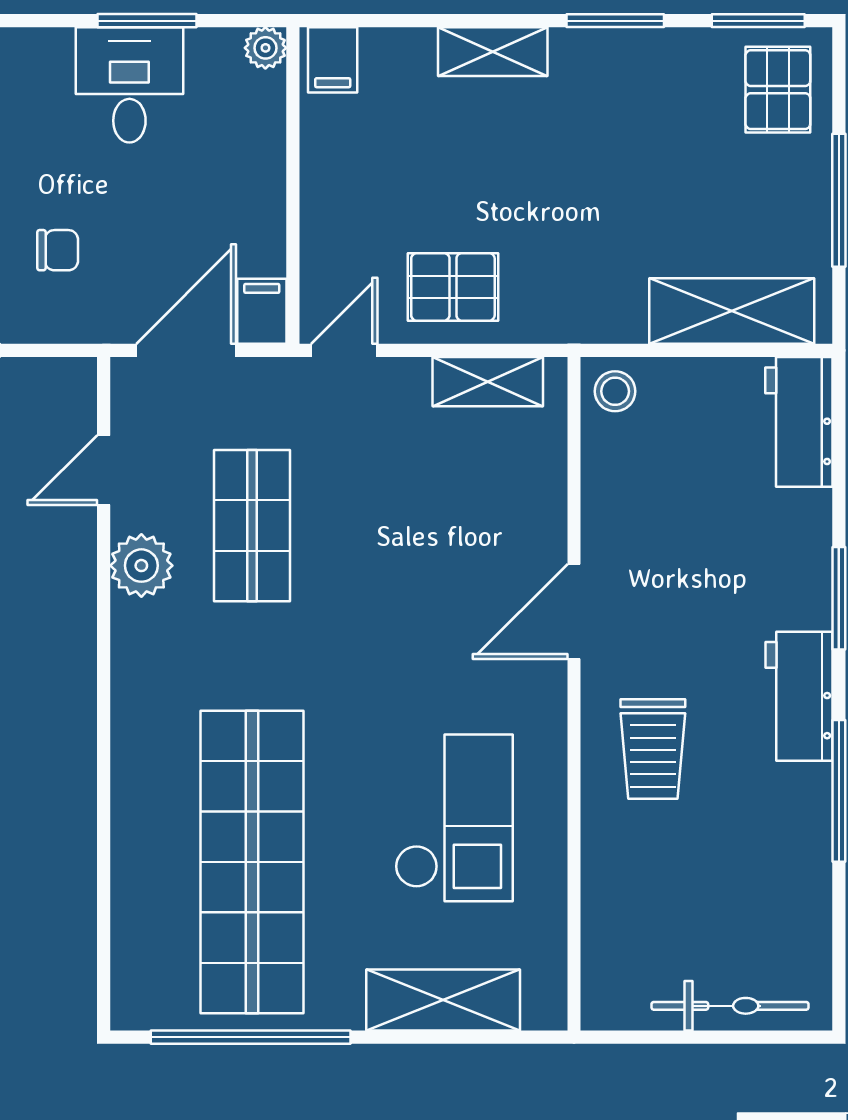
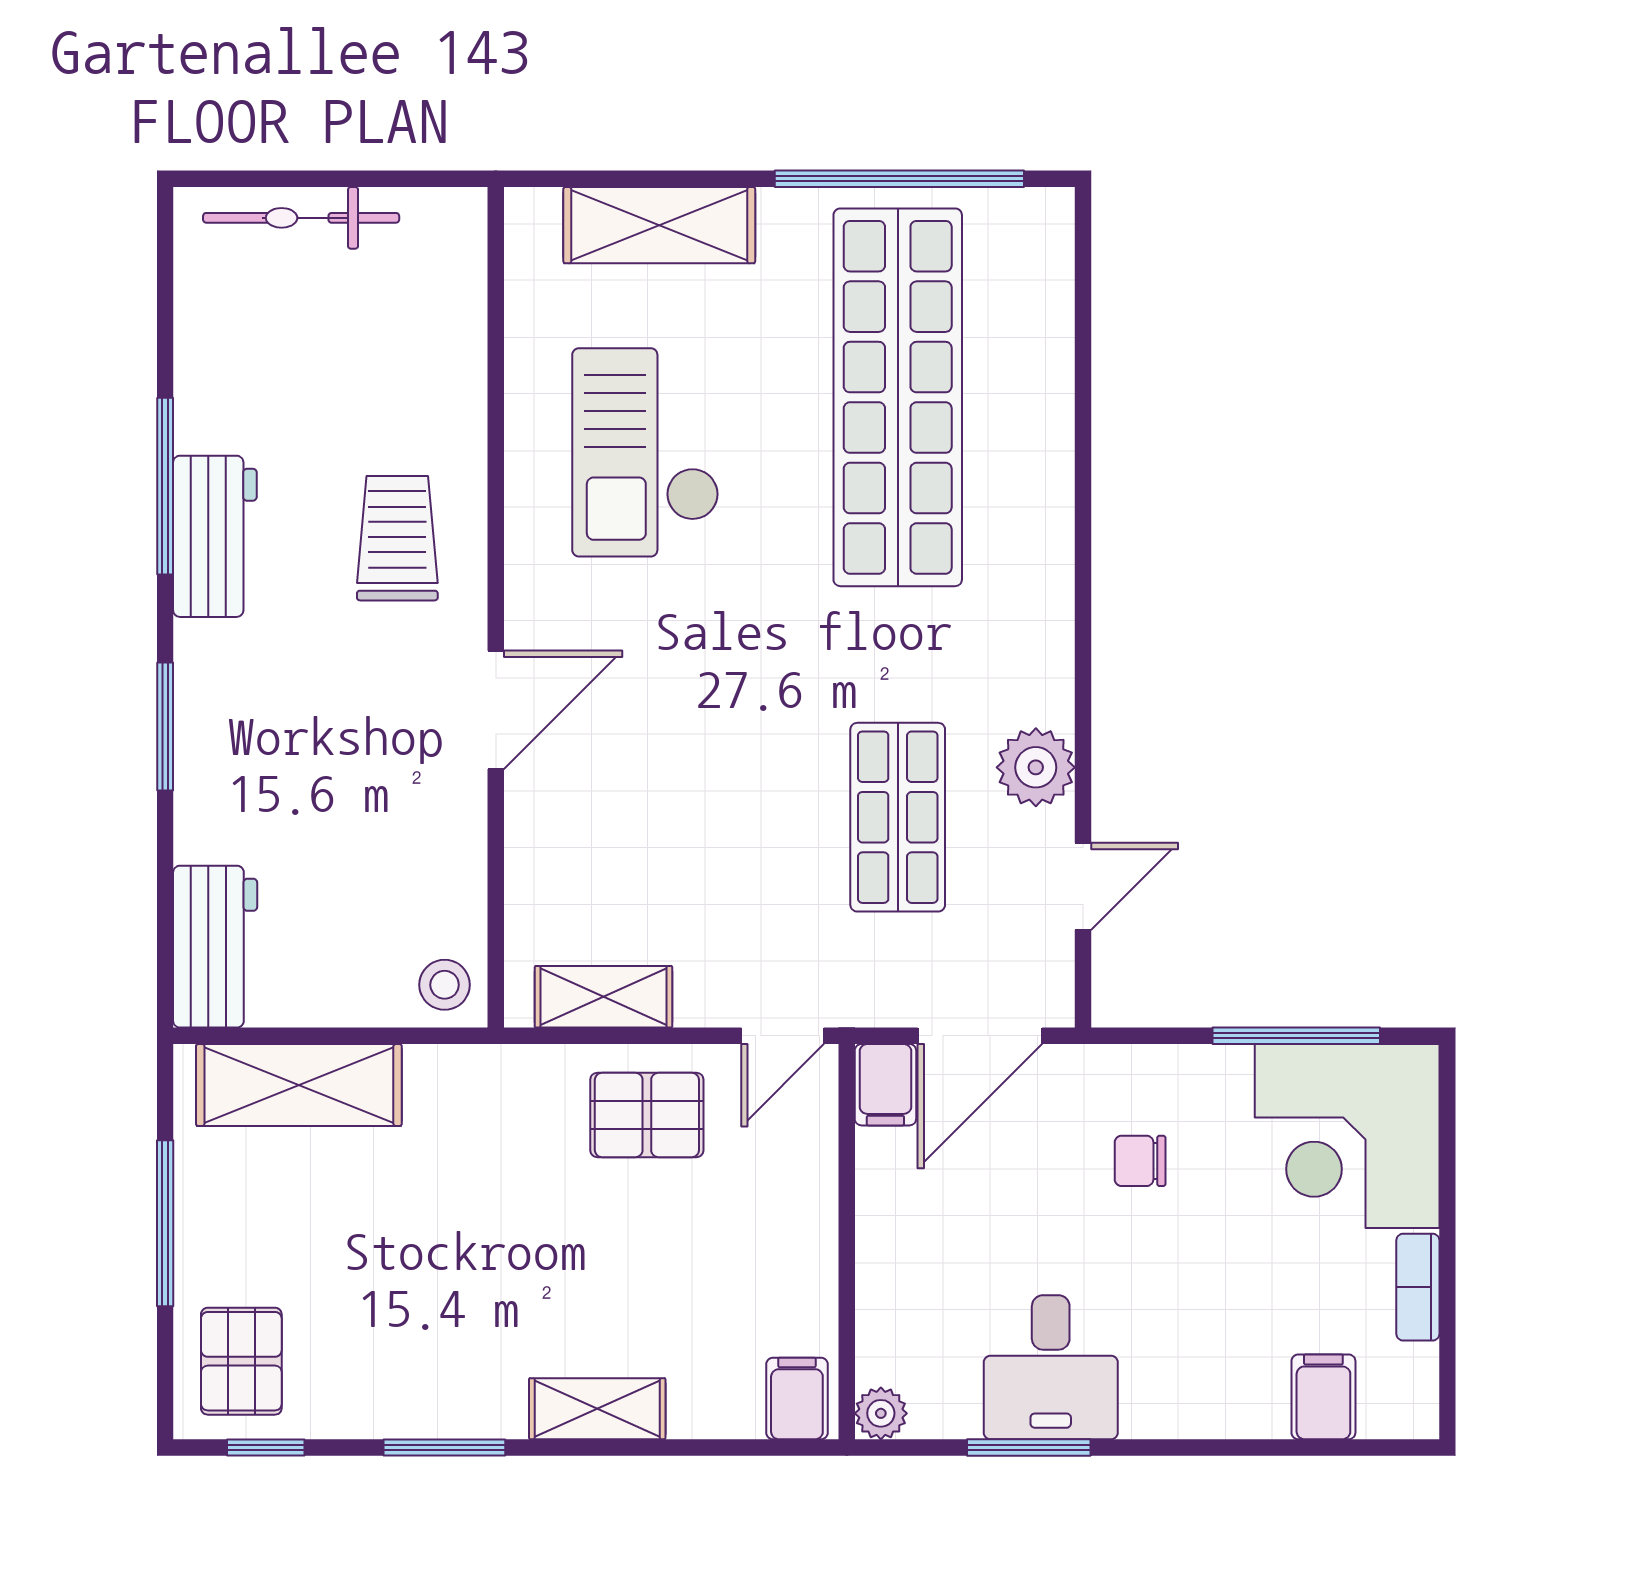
window: (758, 21) -> (266, 1447), width x0.67
workbench: (799, 696) -> (215, 536), moved

